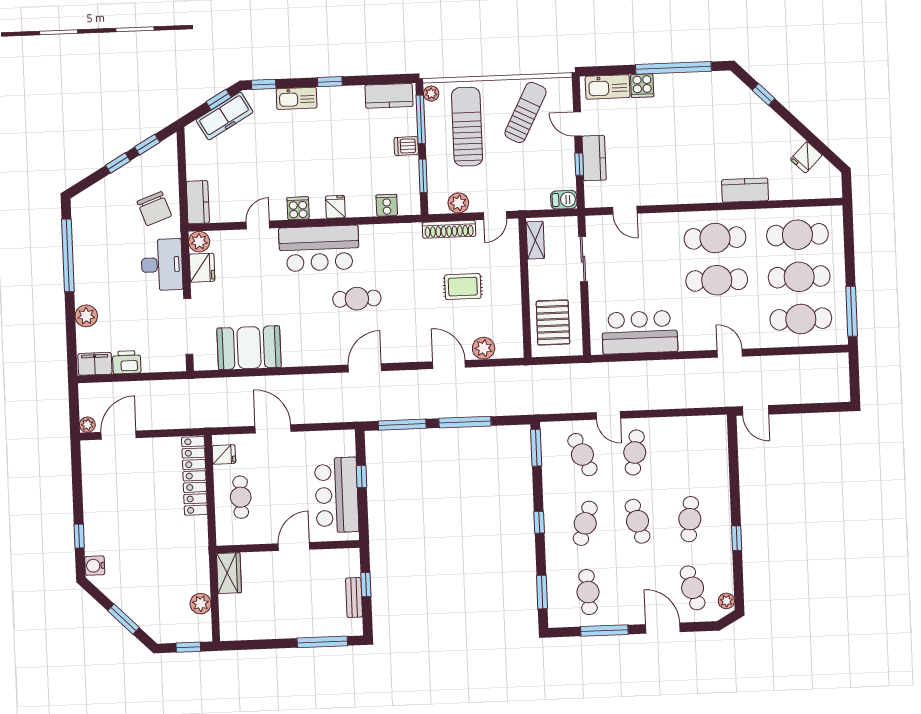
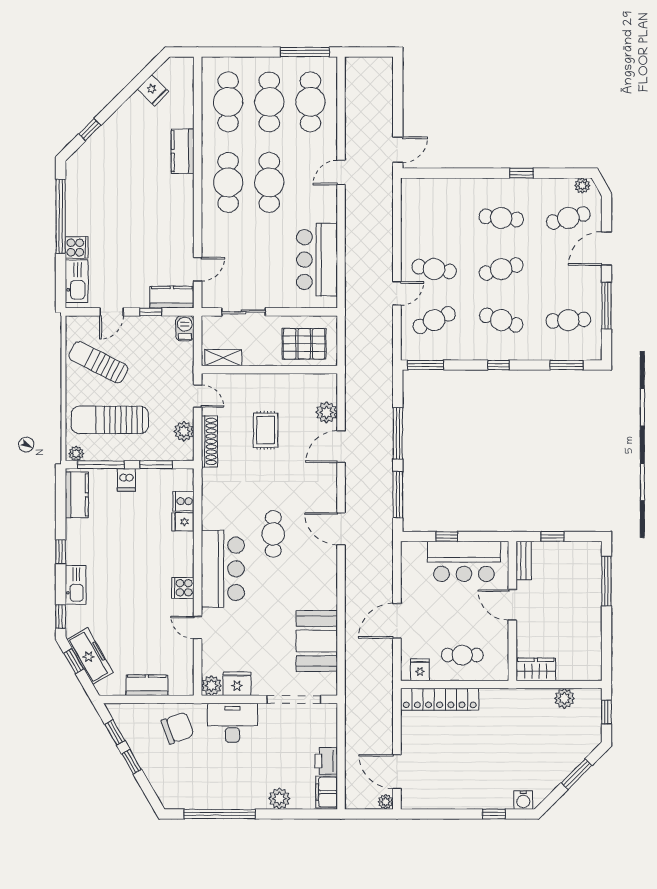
kitchen counter: (594, 158) -> (172, 297), moved
kitchen counter: (198, 202) -> (147, 685), moved
fridge: (335, 207) -> (183, 522), moved
bench: (354, 598) -> (524, 560), moved, turned 90

